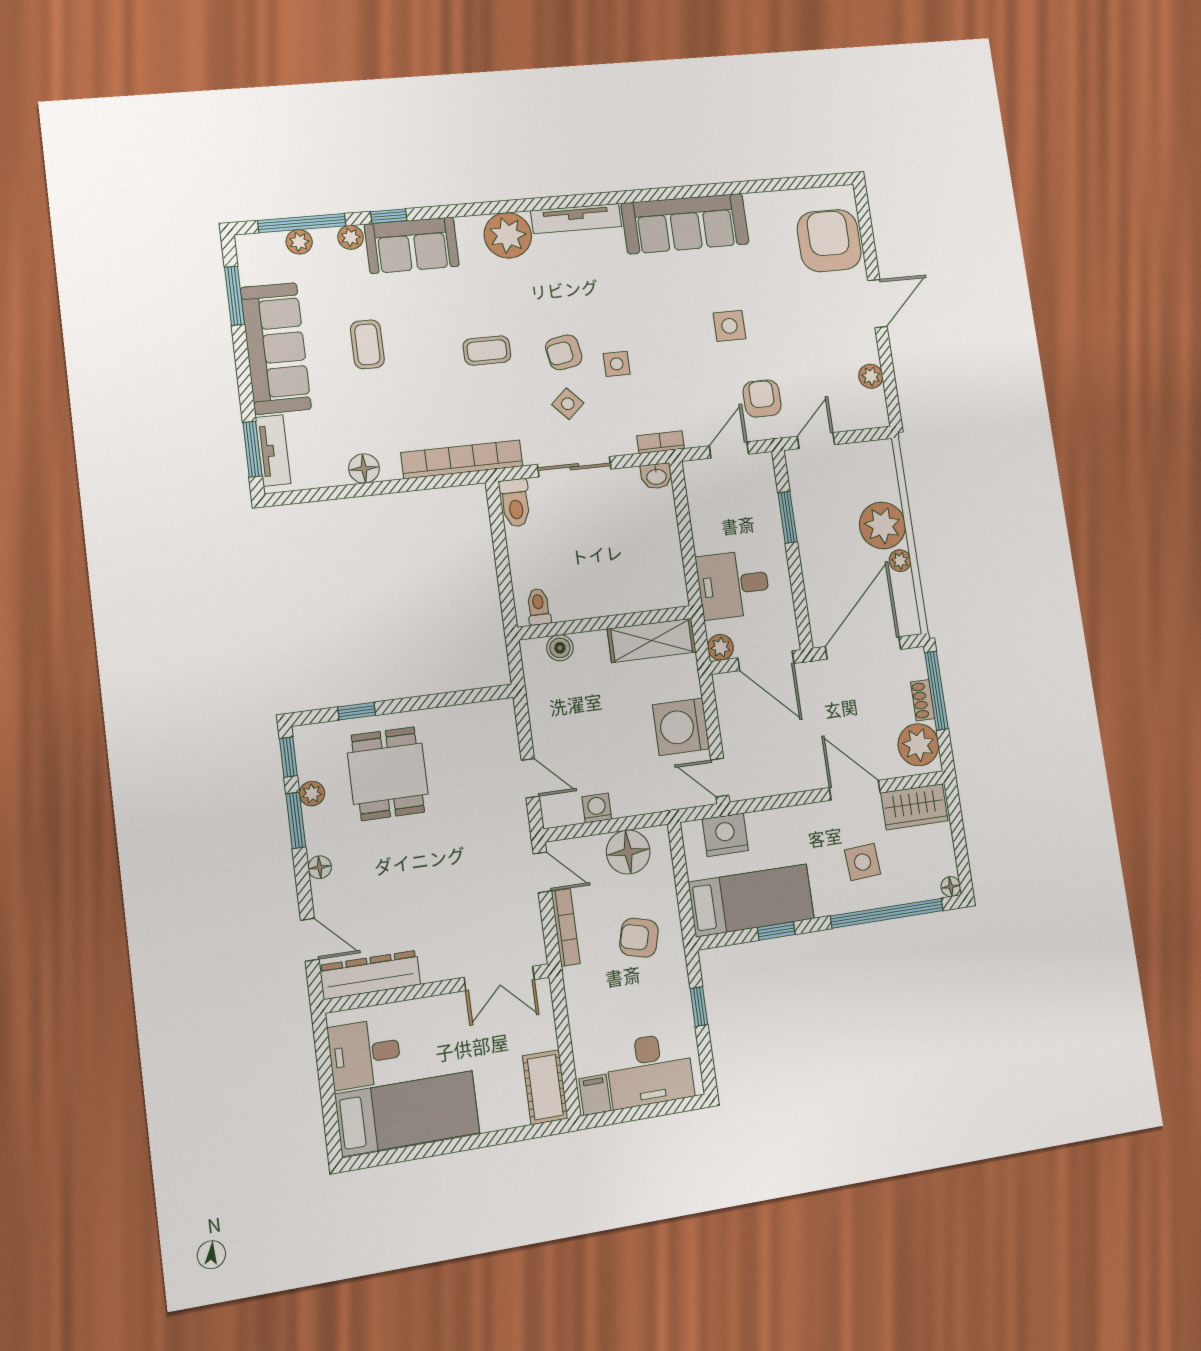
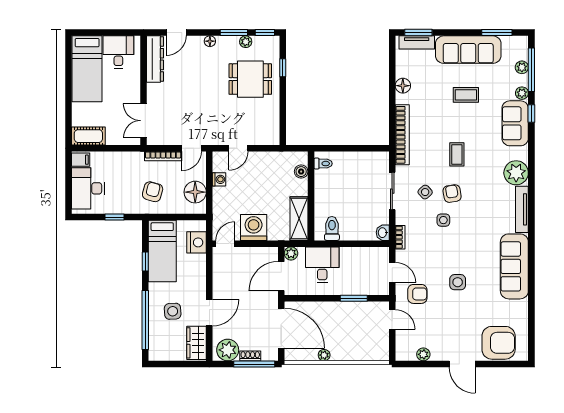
toilet: (515, 503) -> (332, 228), moved, turned 90
plant: (882, 525) -> (344, 348), removed
floor lamp: (951, 887) -> (153, 356), removed

